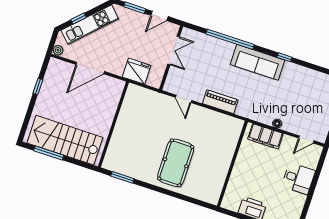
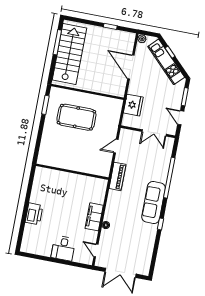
pool table: (176, 163) -> (76, 117), moved
wall: (232, 164) -> (72, 172), moved

